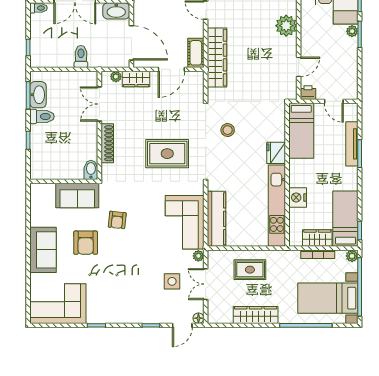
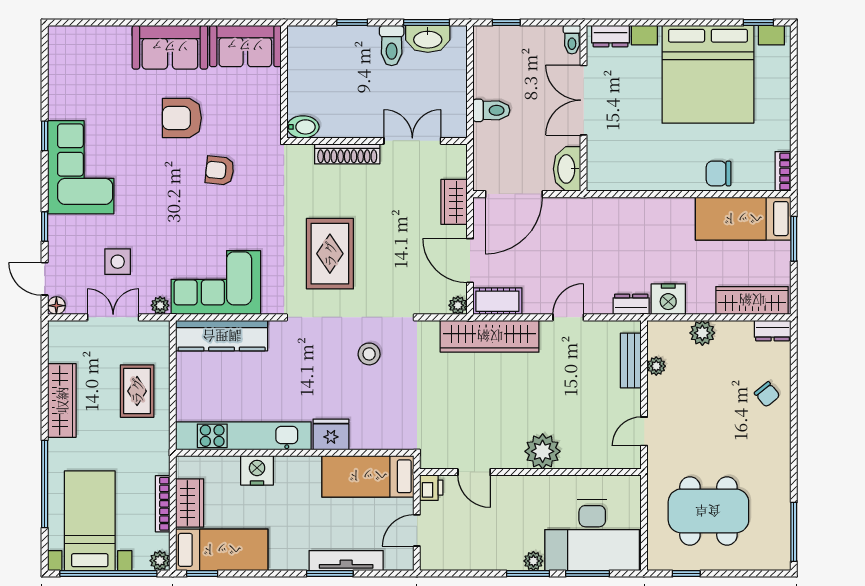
plant: (116, 77) -> (458, 305), moved
sofa: (77, 195) -> (245, 46), moved, turned -90
corner sofa: (58, 304) -> (81, 167), moved

